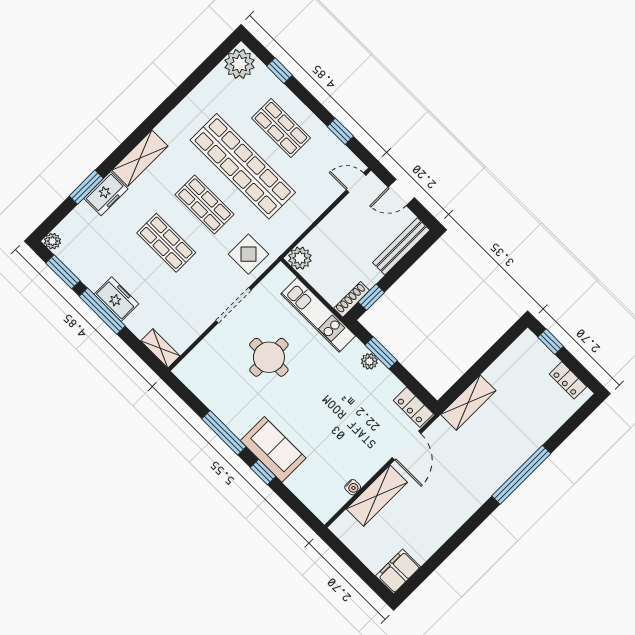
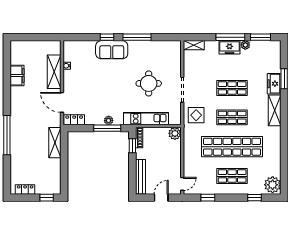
plant: (53, 241) -> (245, 45), moved
window: (381, 353) -> (107, 128), width x1.44
filing cabinet: (398, 571) -> (17, 75), moved

